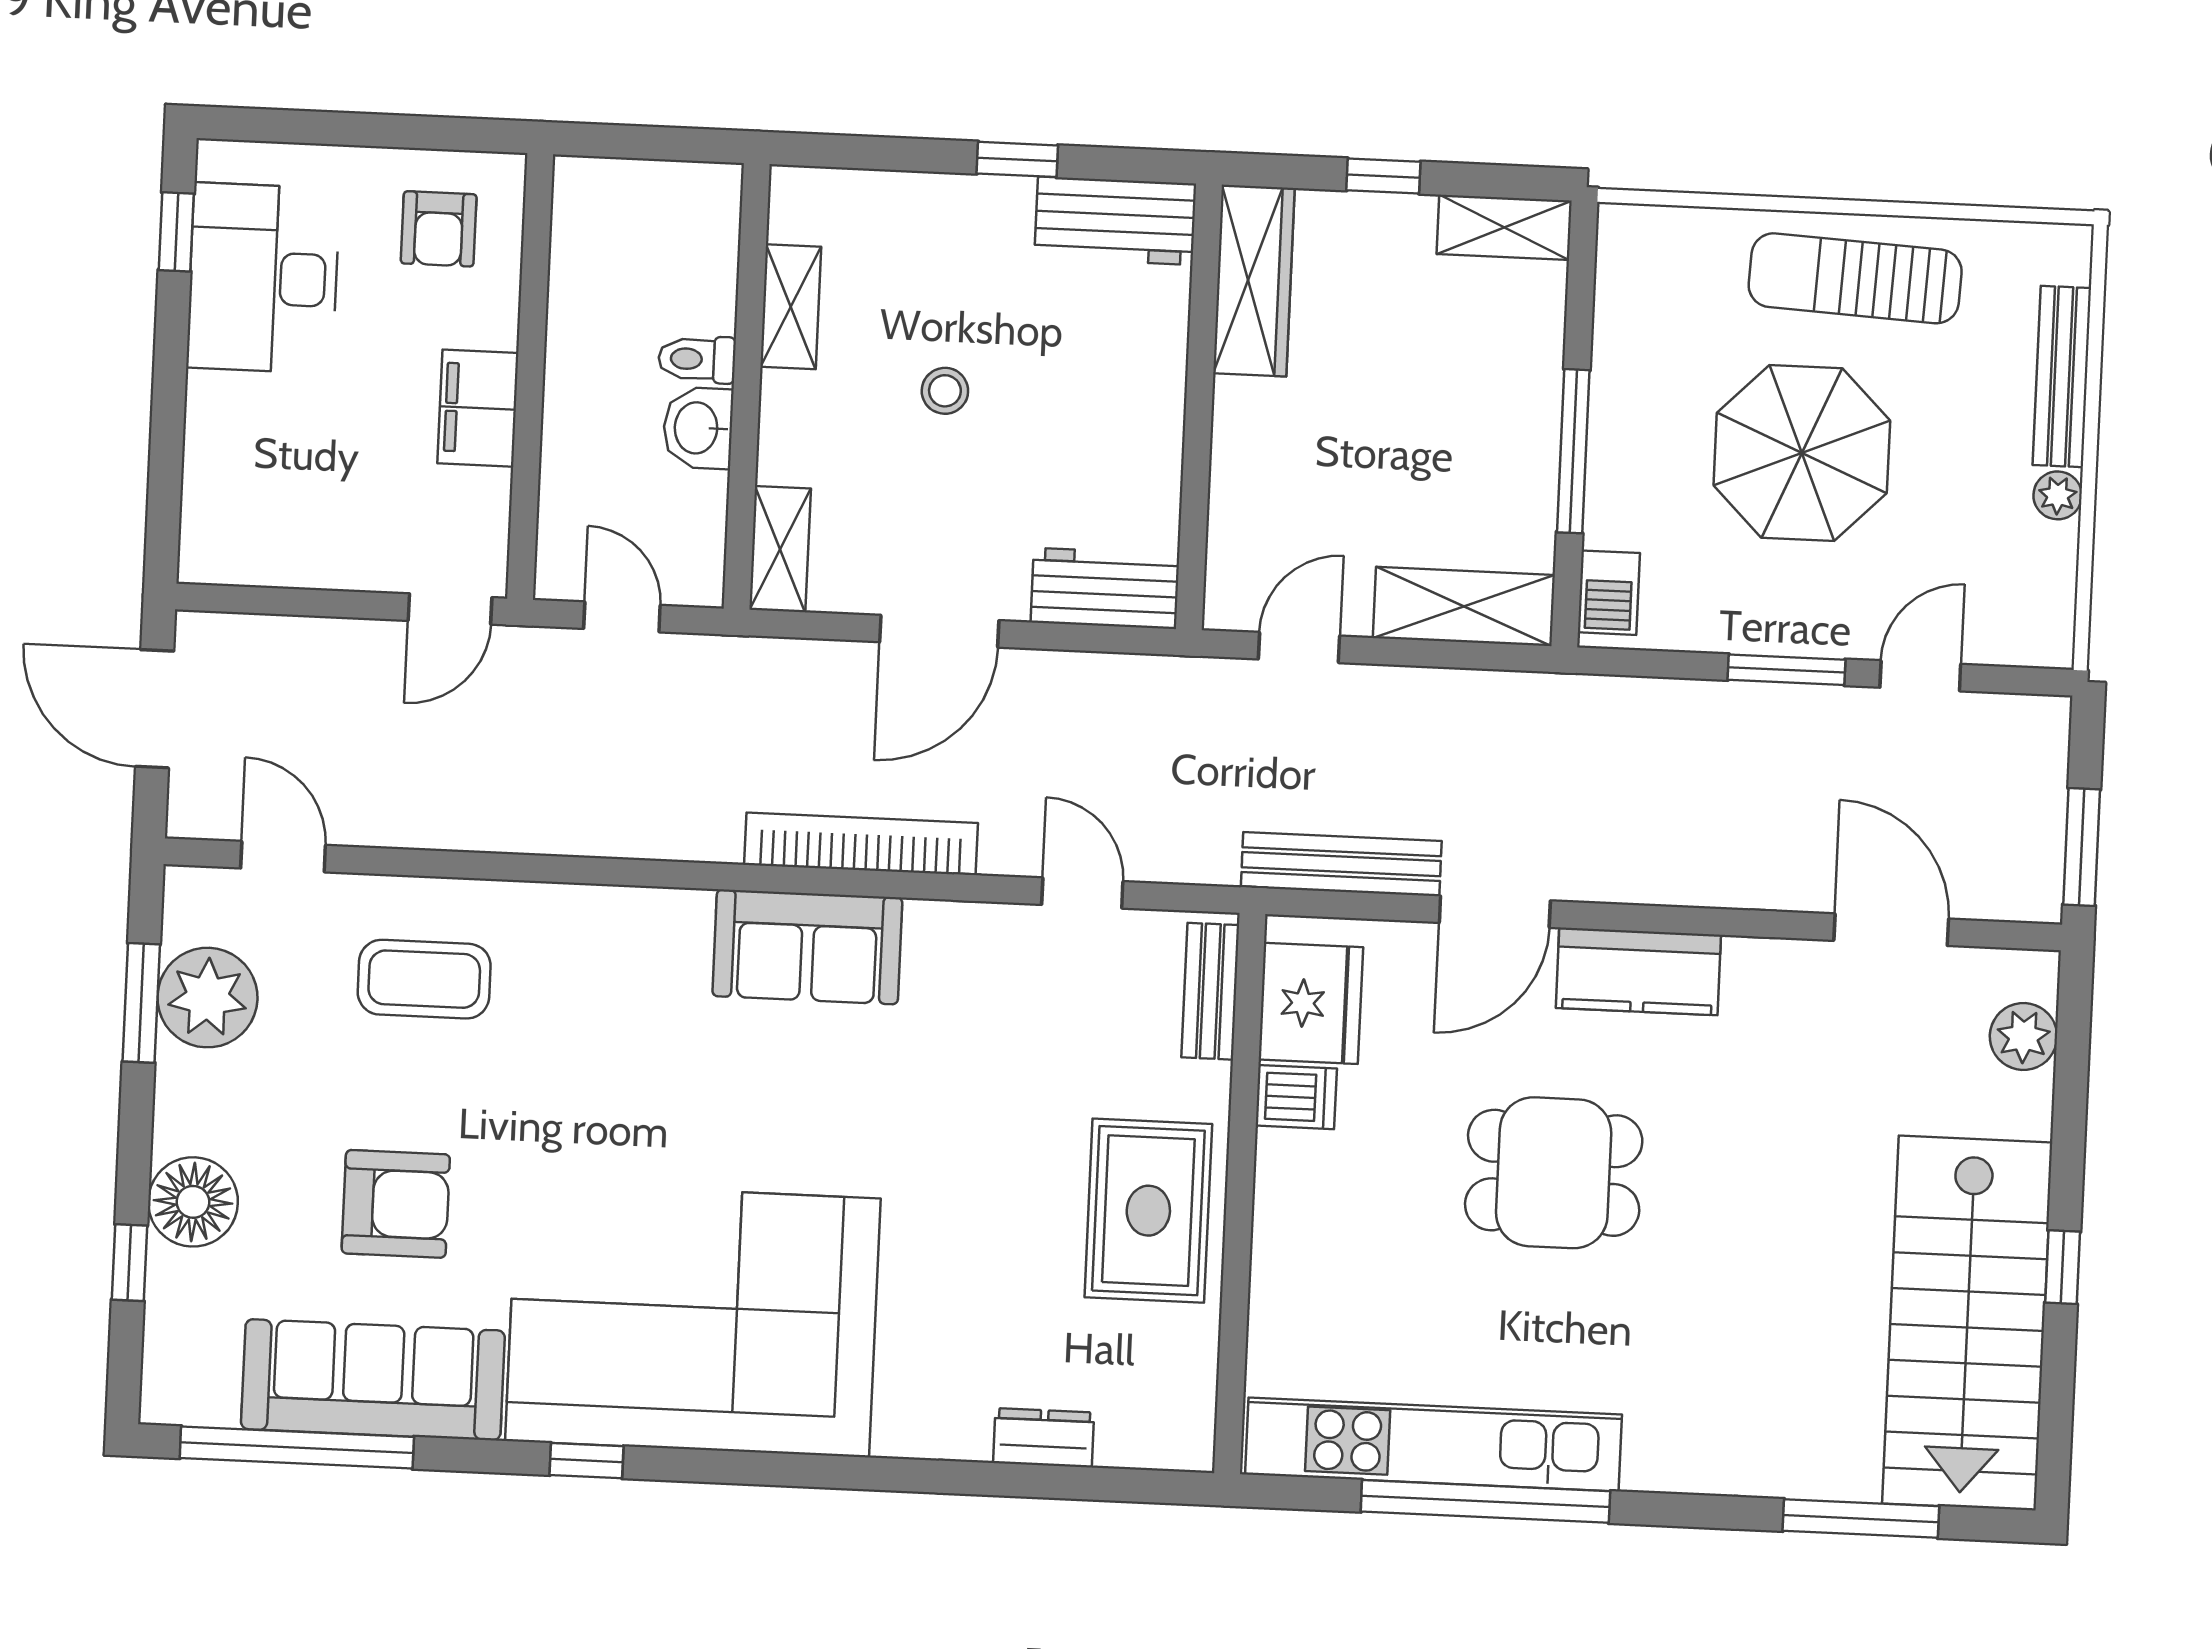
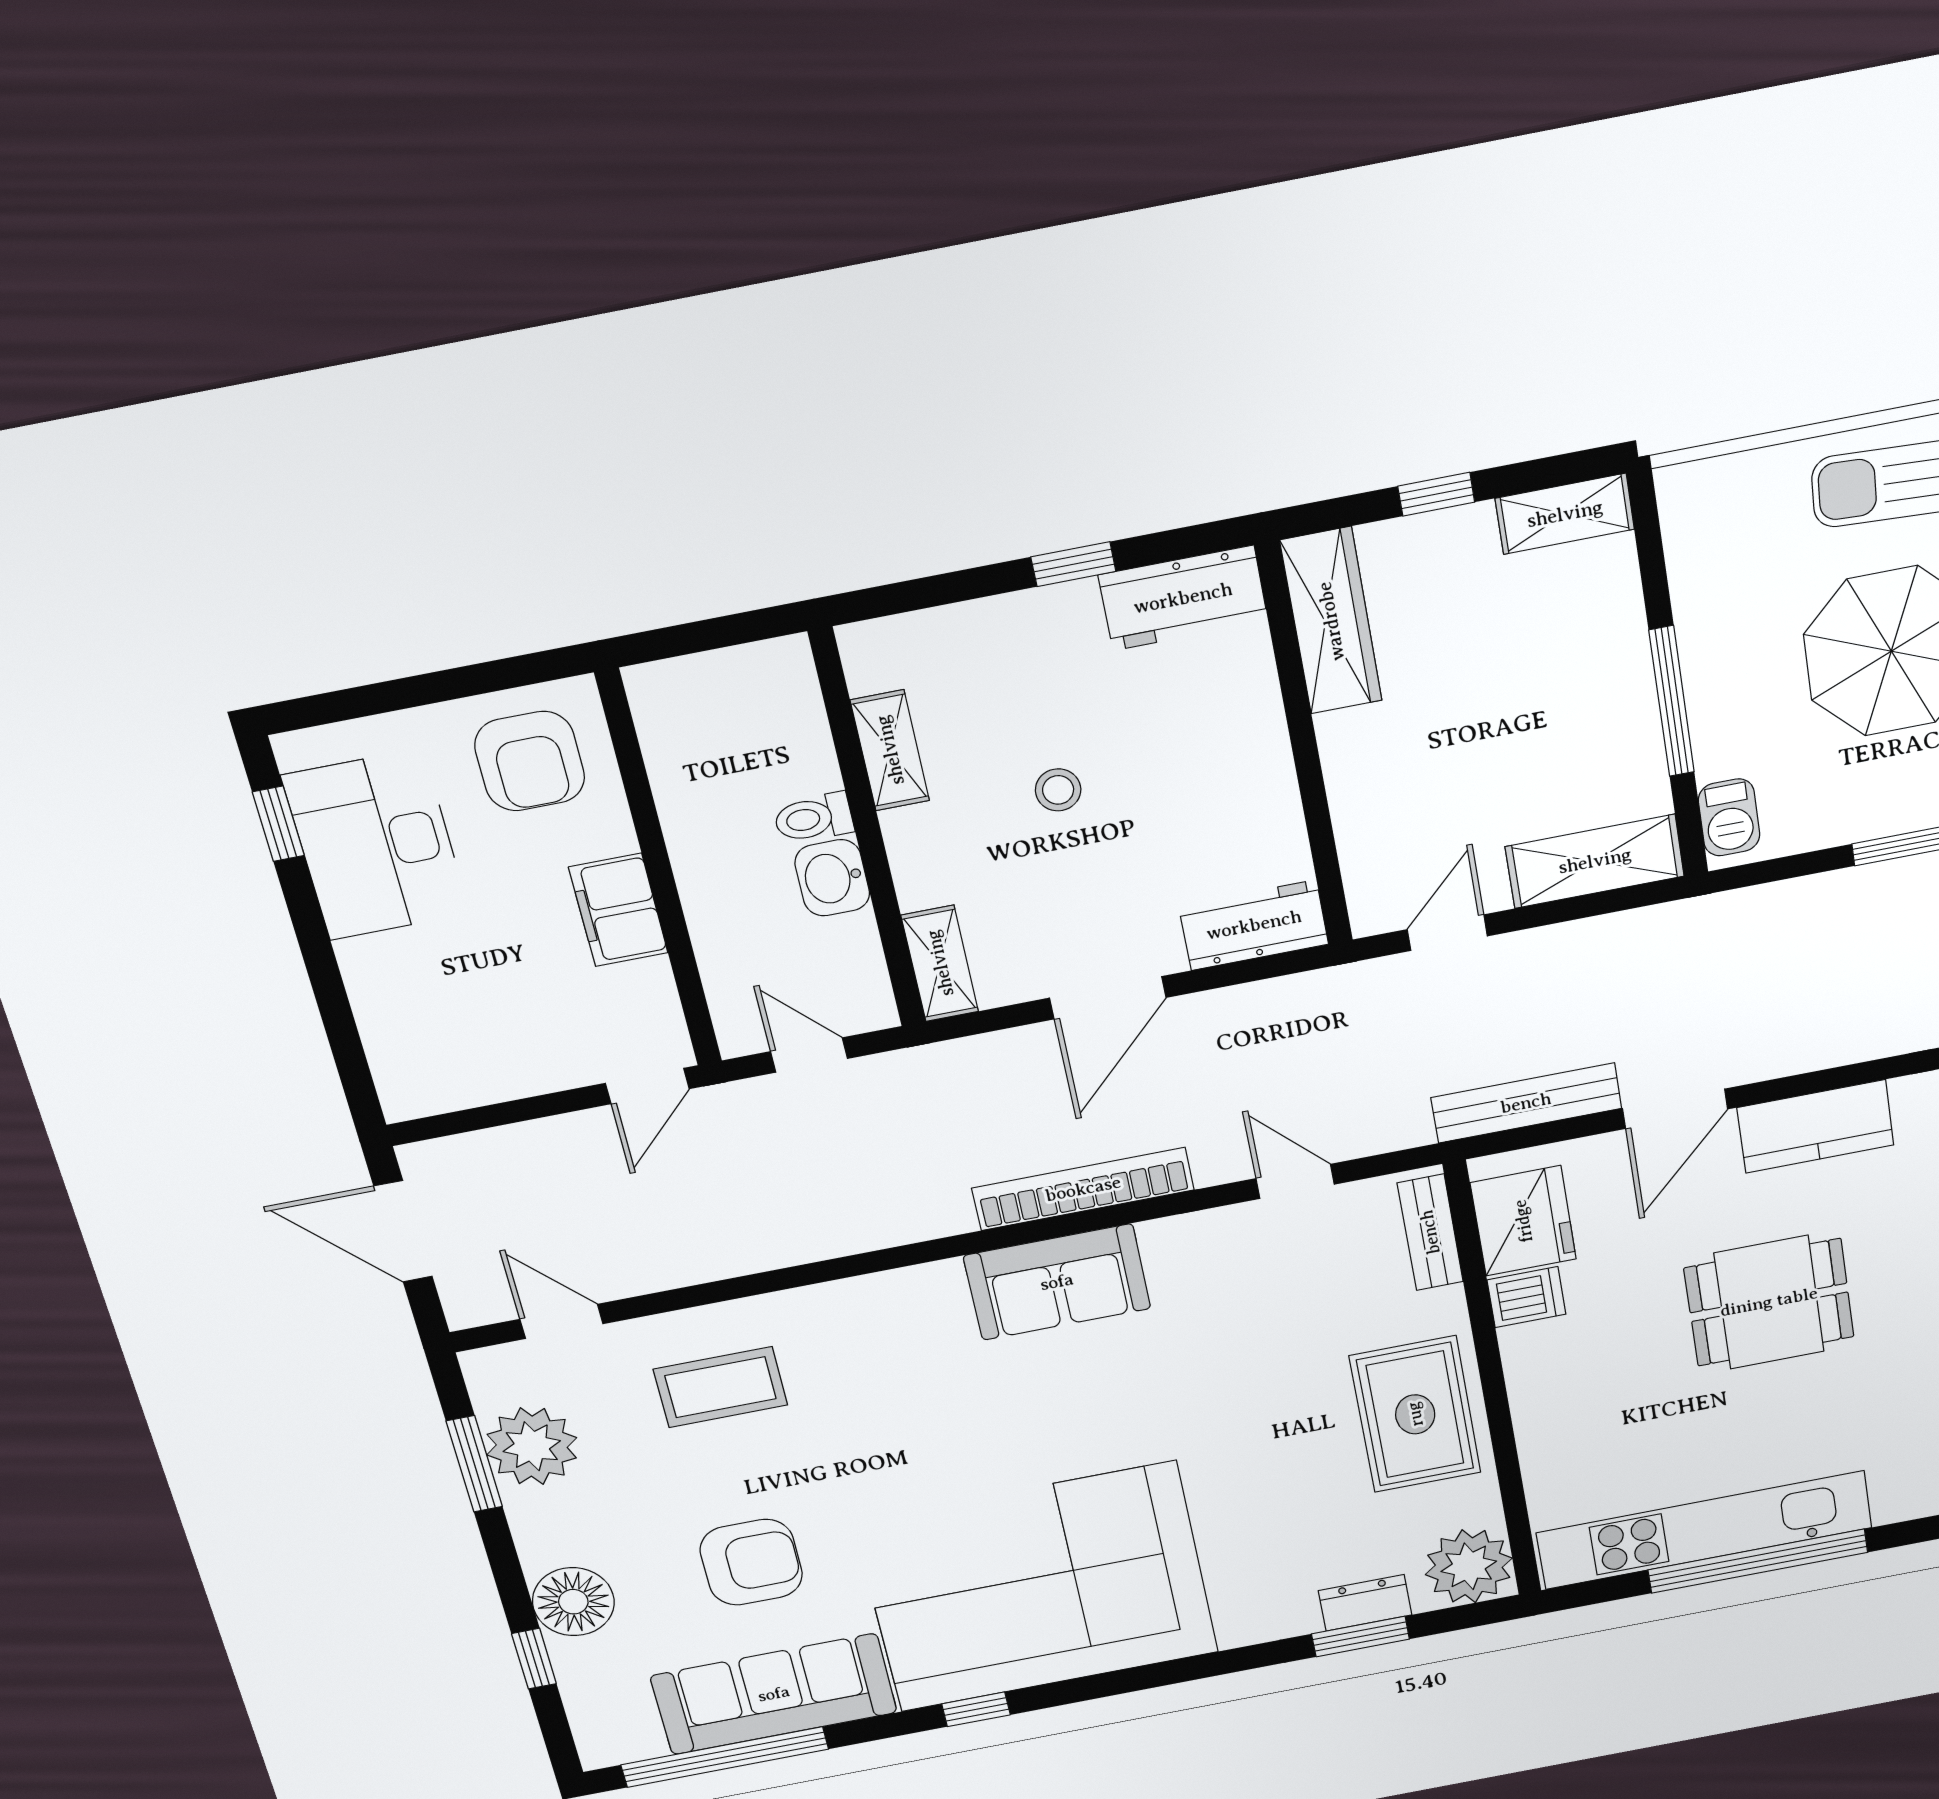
armchair: (439, 229) -> (530, 761), width x1.38, depth x1.38
plant: (1167, 1421) -> (1469, 1566), added
window: (1029, 1481) -> (1361, 1636), added

